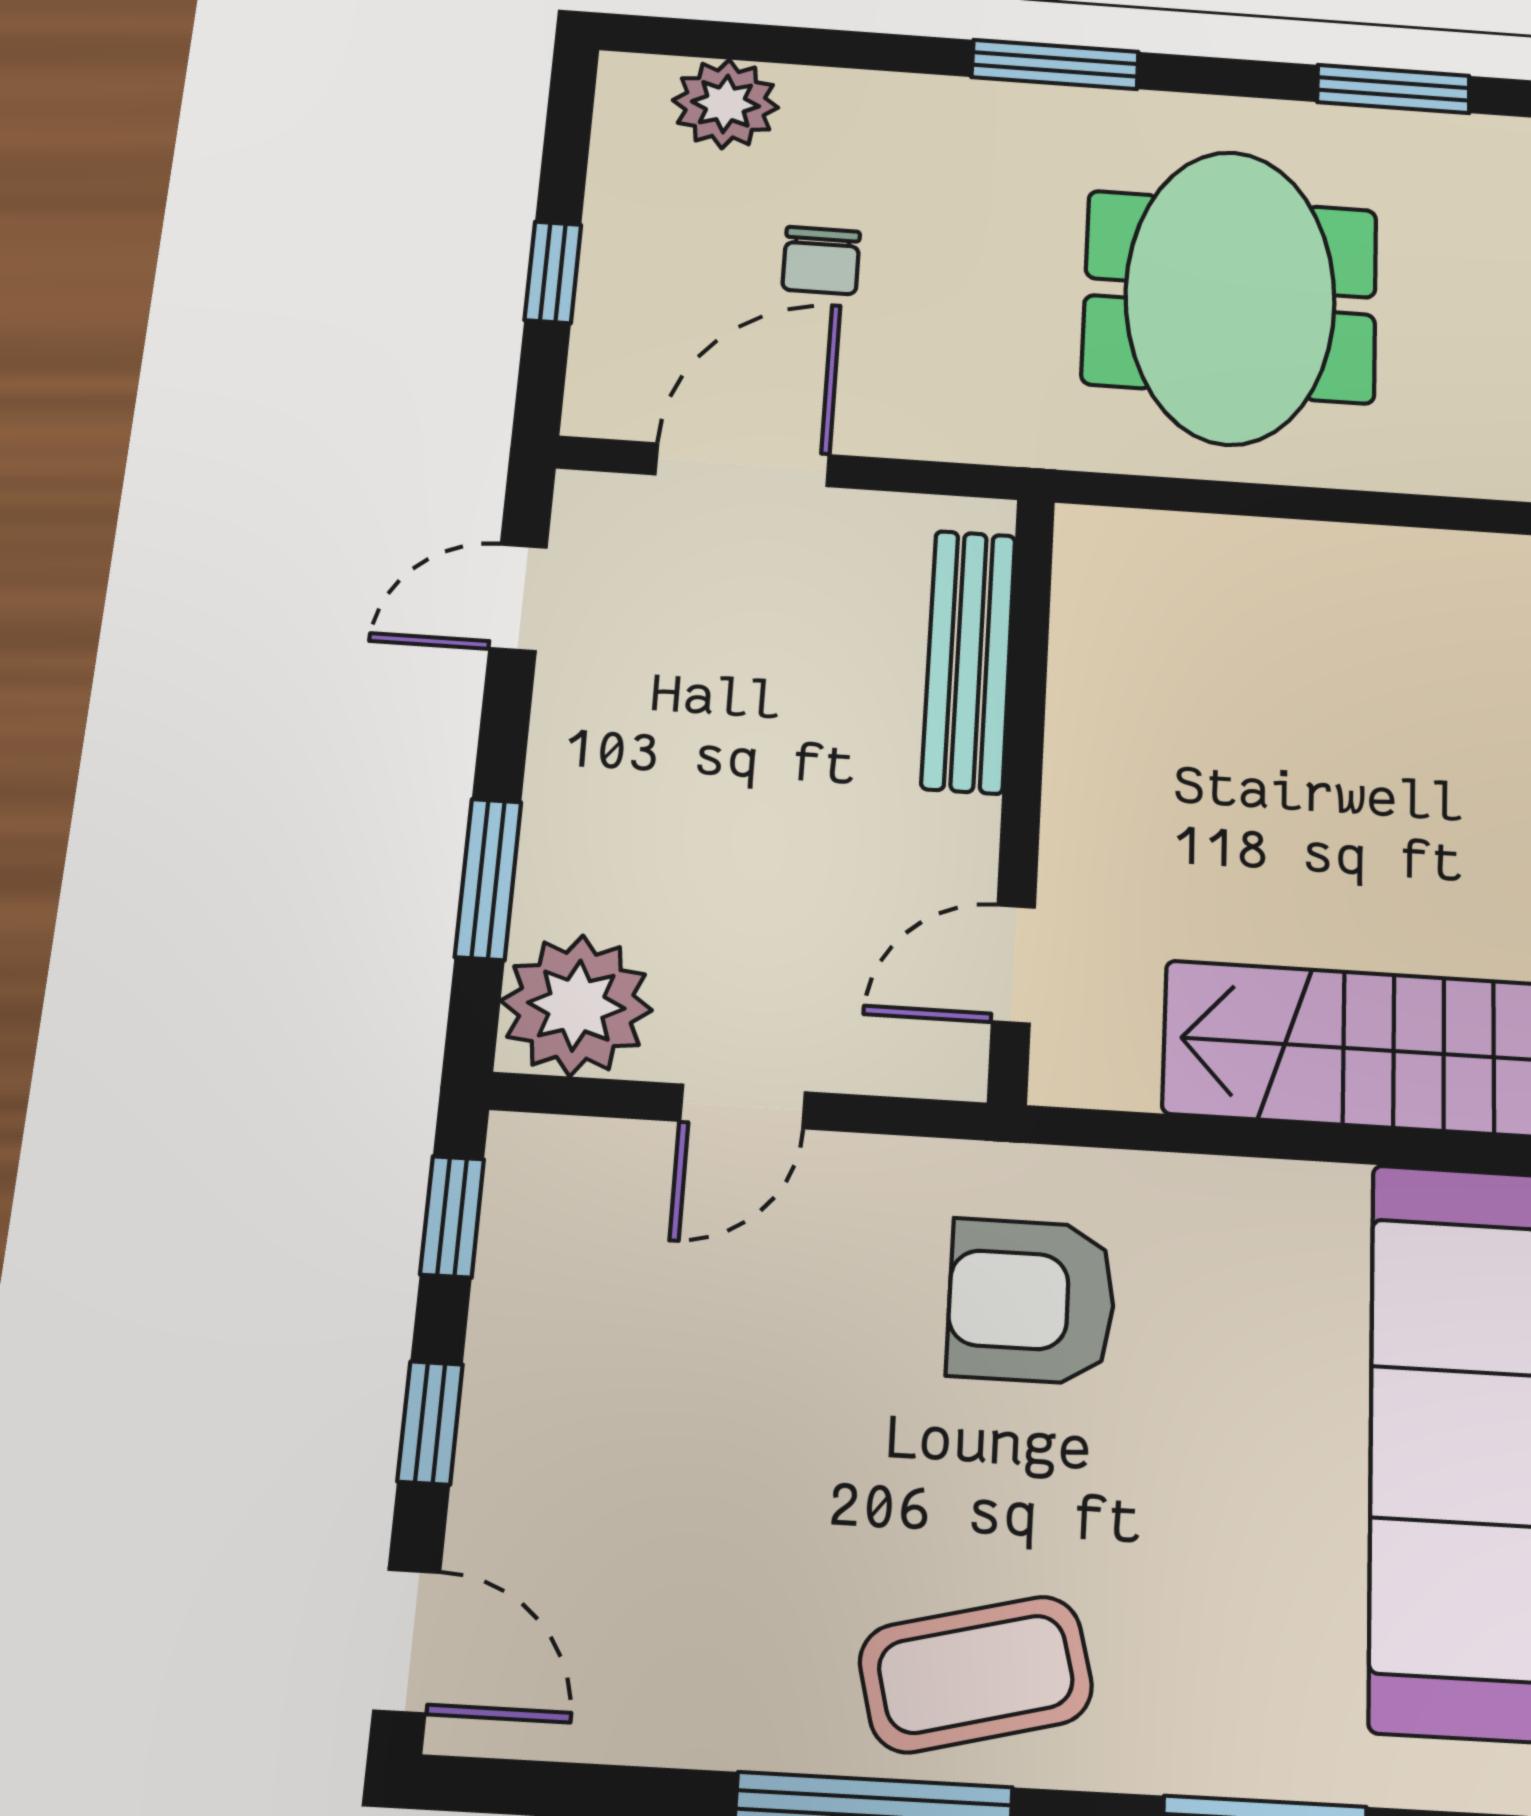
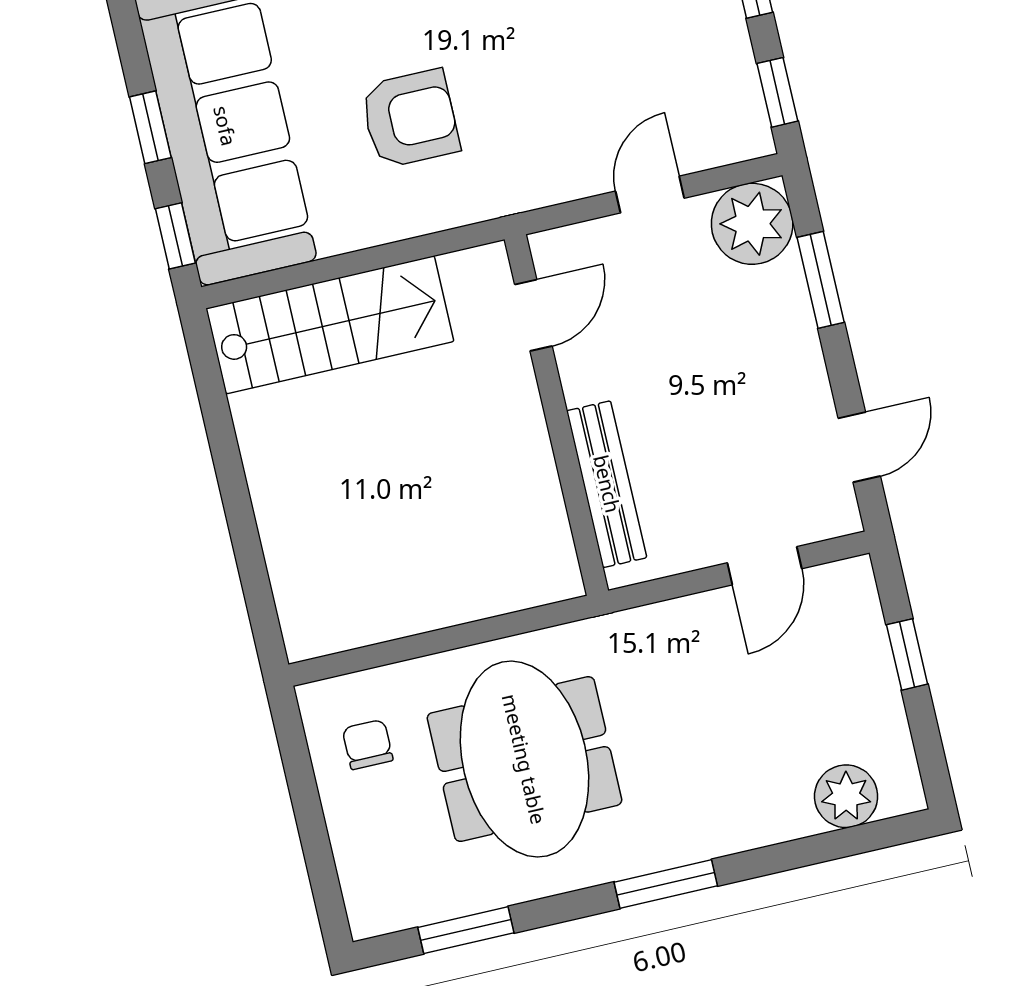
chair: (821, 261) -> (368, 744), moved
door: (742, 465) -> (765, 566), width x0.73
armchair: (1031, 1301) -> (410, 119), moved

